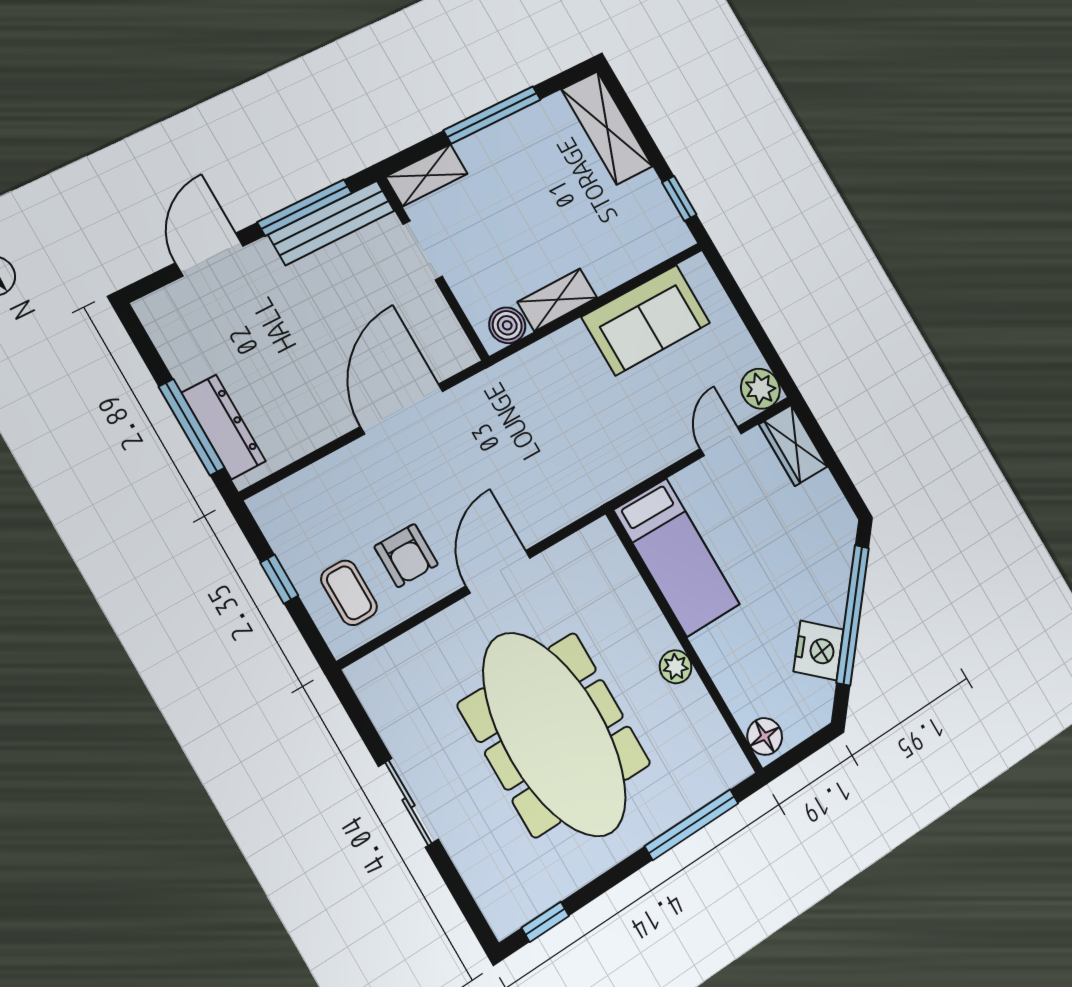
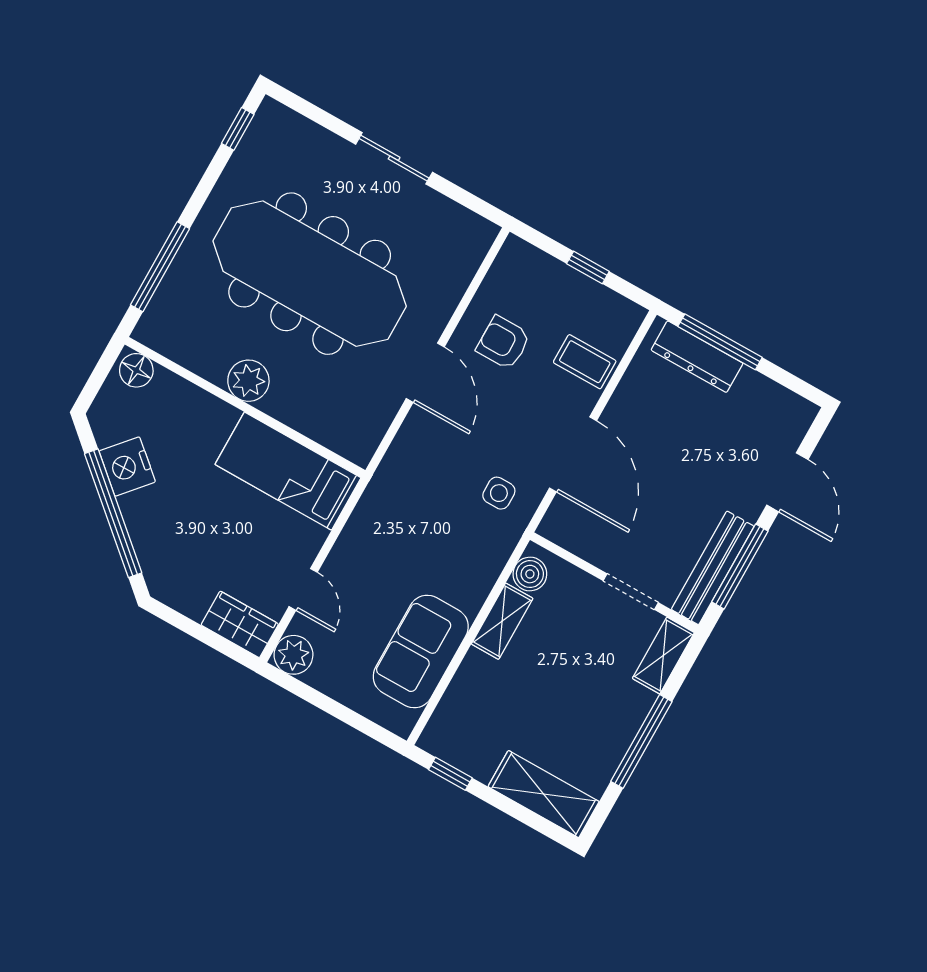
side table: (493, 417) -> (499, 493), added
coffee table: (349, 593) -> (585, 362), moved
plant: (676, 667) -> (248, 381), width x1.38, depth x1.38

